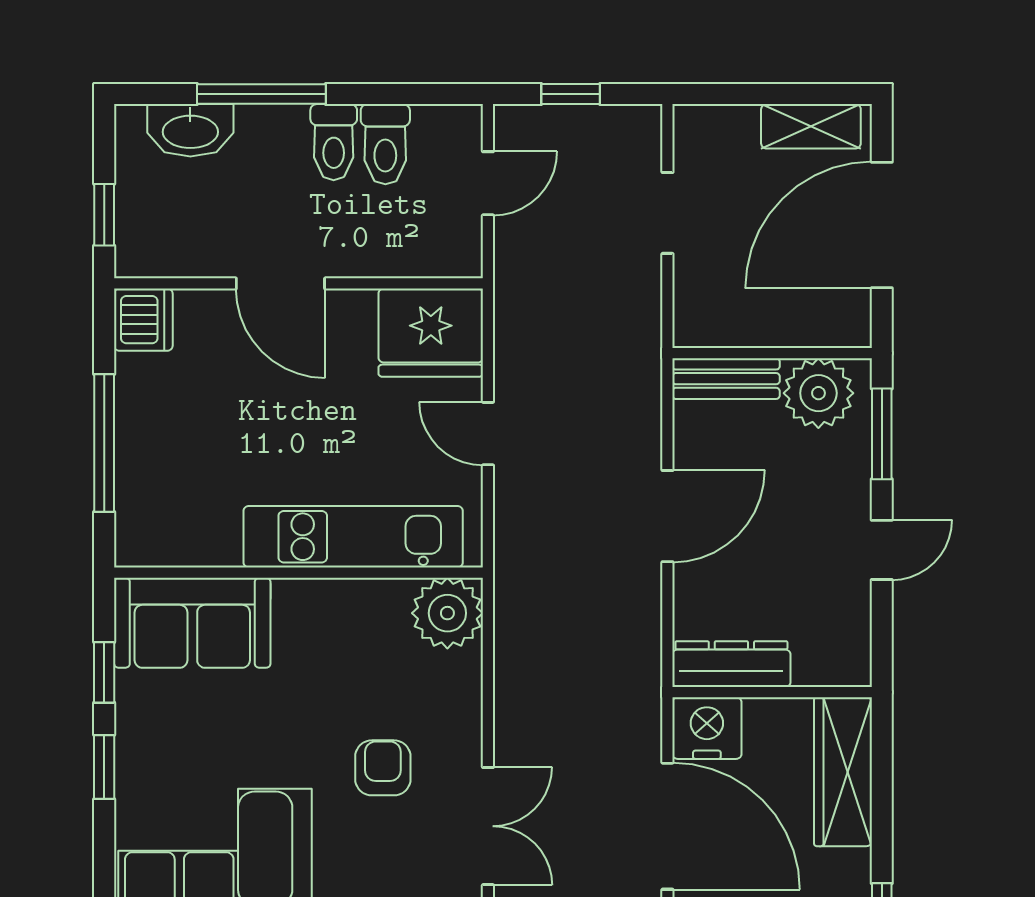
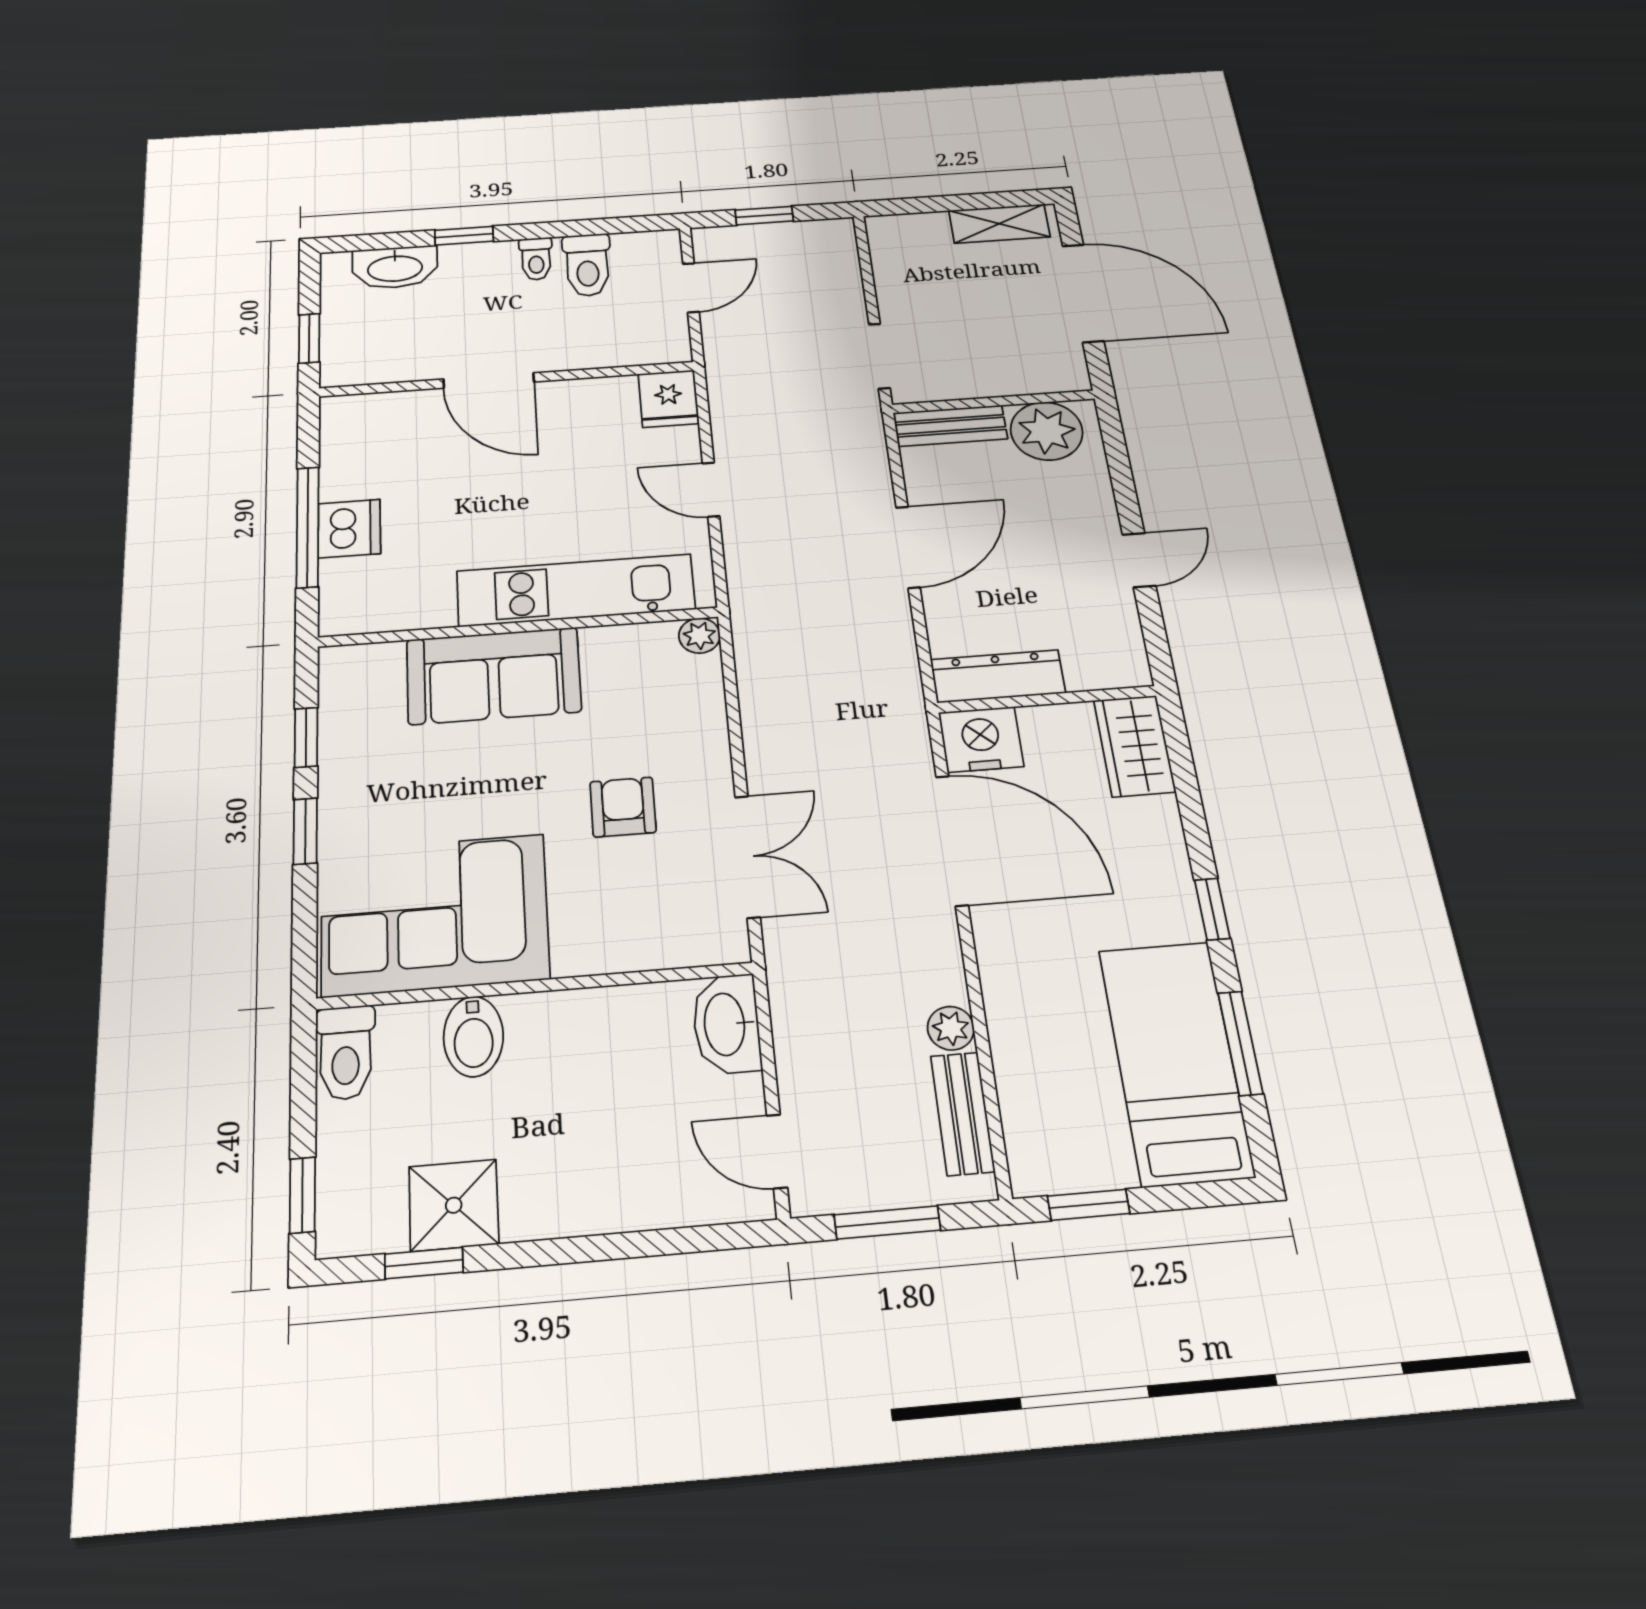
window: (261, 94) -> (464, 236), width x0.46
toilet: (334, 142) -> (536, 259), width x0.73, depth x0.72
doorway: (667, 213) -> (879, 356), moved
door: (882, 225) -> (1083, 293), swing flipped
dishwasher: (143, 320) -> (349, 529), moved
fridge: (431, 333) -> (668, 399), width x0.53, depth x0.75
window: (882, 434) -> (1118, 460), removed
plant: (447, 613) -> (699, 636), width x0.53, depth x0.53
sofa: (192, 623) -> (494, 676), moved
wardrobe: (843, 772) -> (1134, 746), width x0.67

